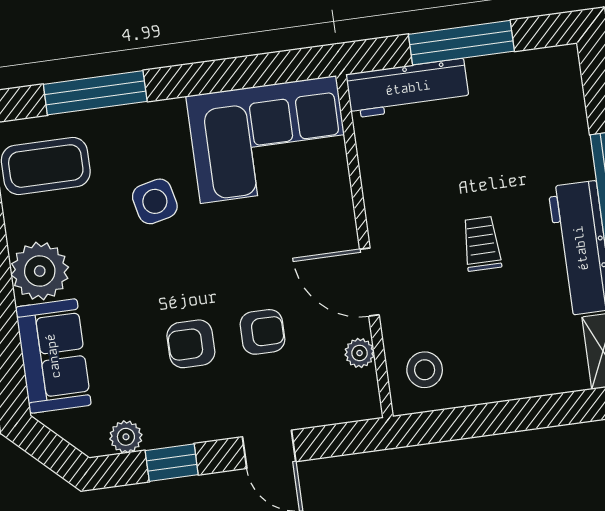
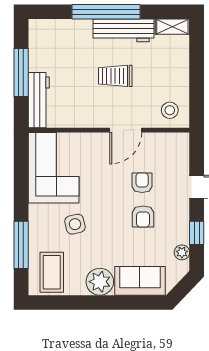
trolley: (482, 244) -> (115, 76), width x1.36, depth x1.39
plant: (360, 353) -> (158, 139), removed

